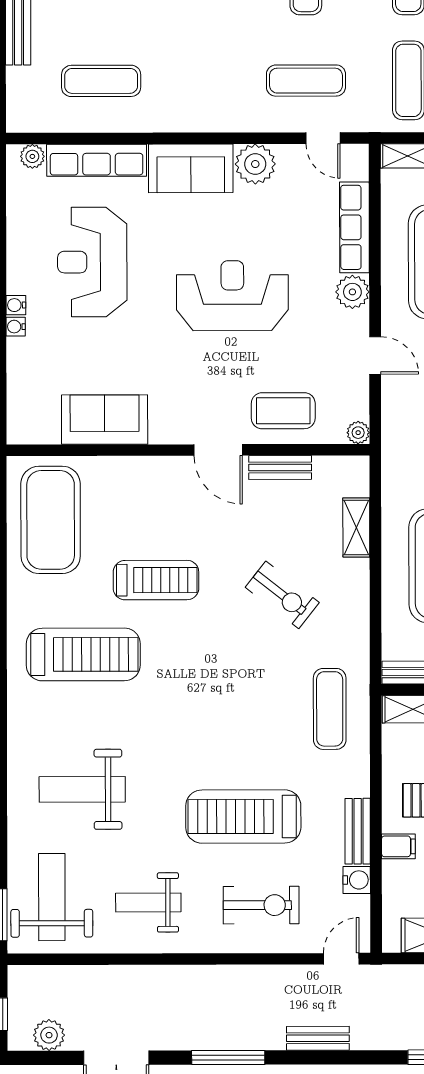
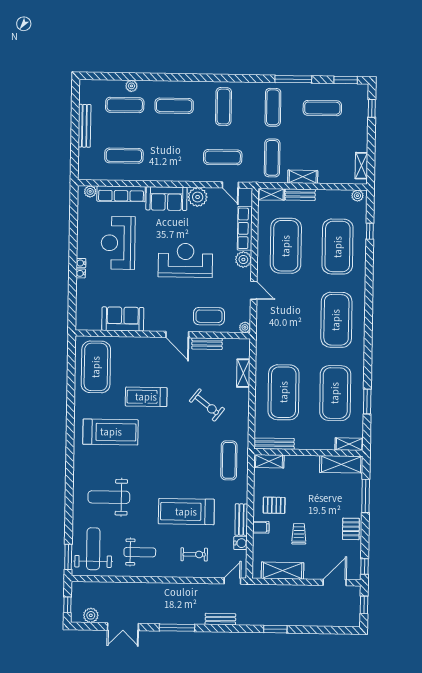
treadmill: (156, 580) -> (146, 397), turned 180
weight bench: (148, 902) -> (140, 552), turned 180
exercise bike: (261, 905) -> (194, 554), width x0.73, depth x0.72

